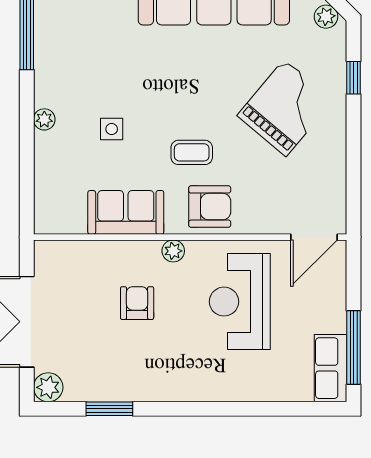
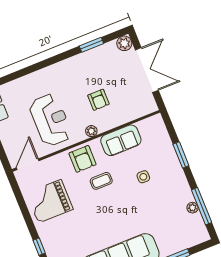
grand piano: (285, 108) -> (50, 201), moved, turned 50
plant: (44, 119) -> (193, 208), moved
window: (27, 141) -> (181, 155), added
armchair: (210, 207) -> (83, 159), turned -90

